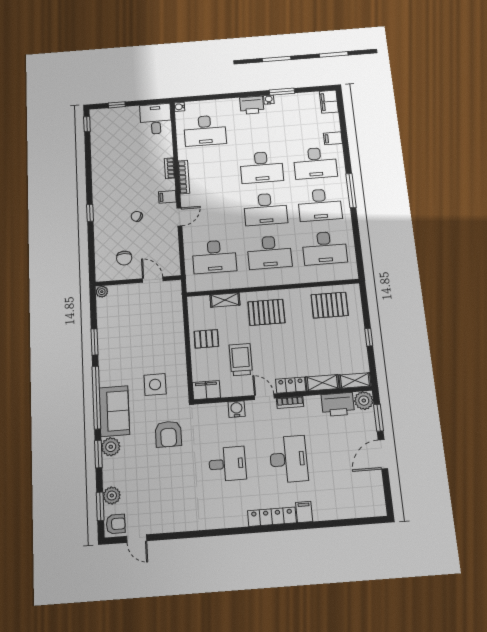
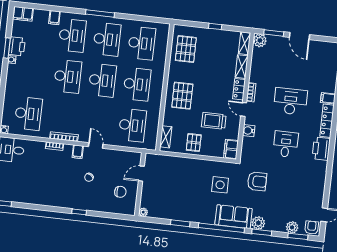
printer: (252, 105) -> (17, 46), moved
shelving: (225, 300) -> (166, 137), moved
door: (264, 397) -> (244, 109), hinge flipped
printer: (338, 404) -> (321, 149), moved, turned 180

